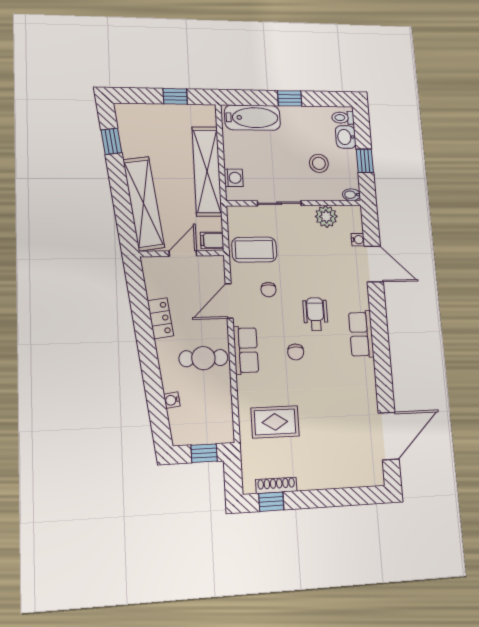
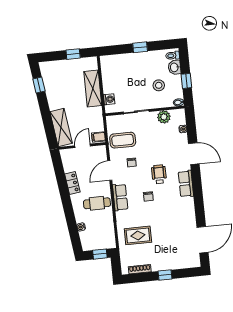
bathtub: (252, 118) -> (118, 62), removed
shelving: (207, 171) -> (93, 89), width x0.68
shelving: (144, 203) -> (61, 127), width x0.68
door: (374, 264) -> (194, 154), moved
window: (271, 502) -> (165, 275), moved

